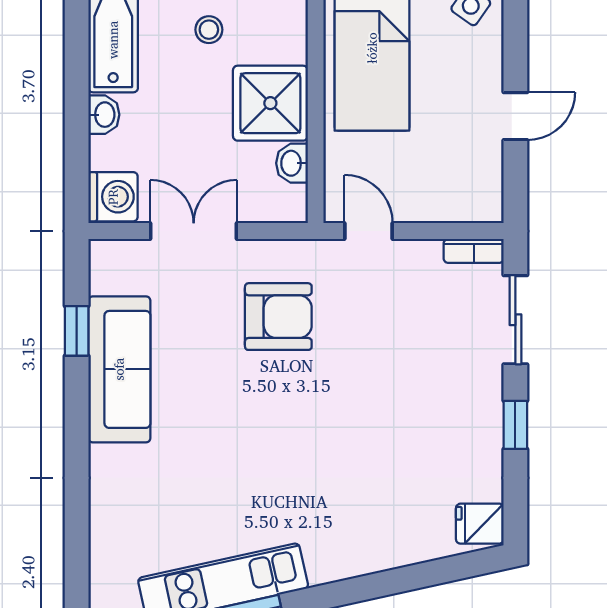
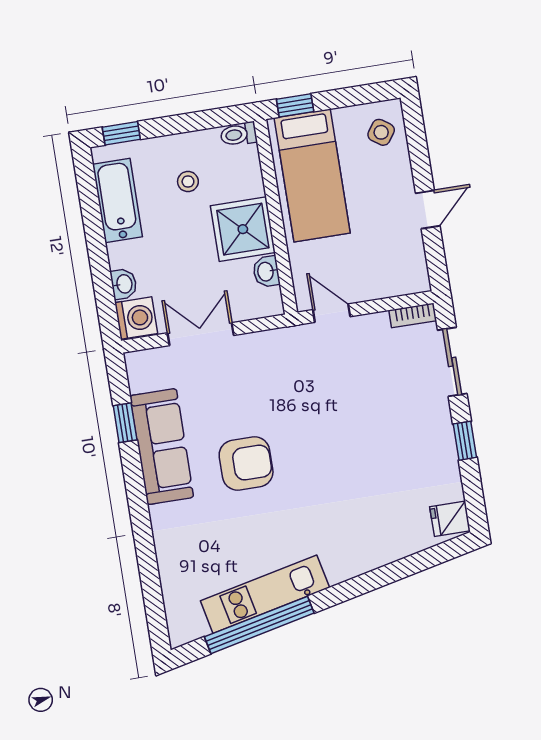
washbasin: (104, 115) -> (124, 284), moved
armchair: (278, 317) -> (246, 463), moved

